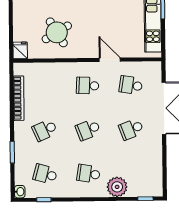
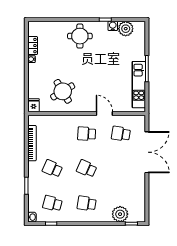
school desk: (131, 129) -> (121, 169), removed
school desk: (45, 130) -> (52, 169), turned 48
school desk: (88, 130) -> (87, 169), turned 45
plant: (117, 187) -> (120, 214), moved

